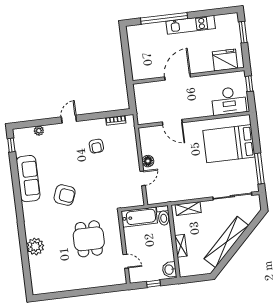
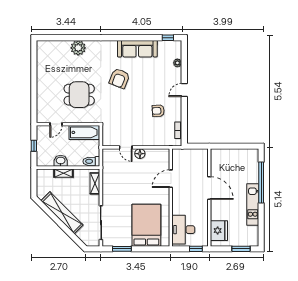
door: (69, 119) -> (184, 90), swing flipped
window: (259, 169) -> (122, 249), width x0.69
bathtub: (139, 217) -> (84, 132), moved, turned -90
washbasin: (169, 270) -> (61, 161), moved

